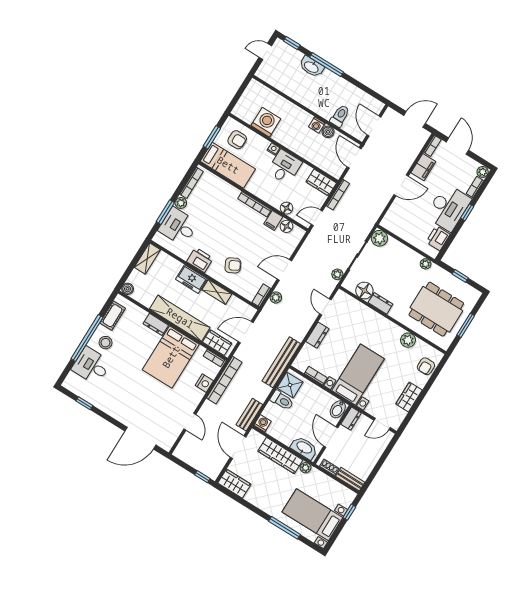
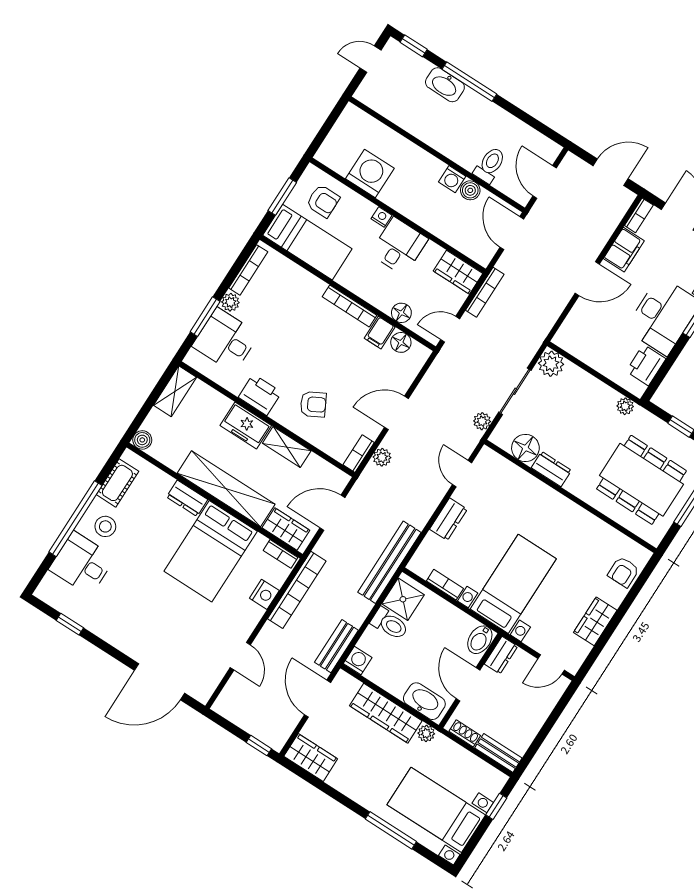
plant: (408, 340) -> (595, 529), removed

